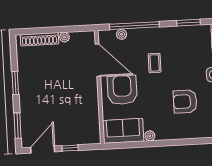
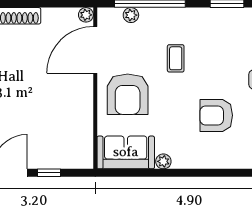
plant: (64, 37) -> (86, 15), moved
door: (98, 60) -> (95, 50), swing flipped
armchair: (122, 90) -> (128, 94), turned 180

